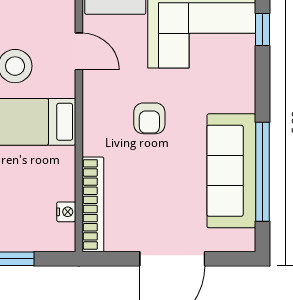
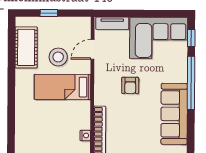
door: (79, 51) -> (93, 49), swing flipped
window: (262, 172) -> (191, 83), moved

